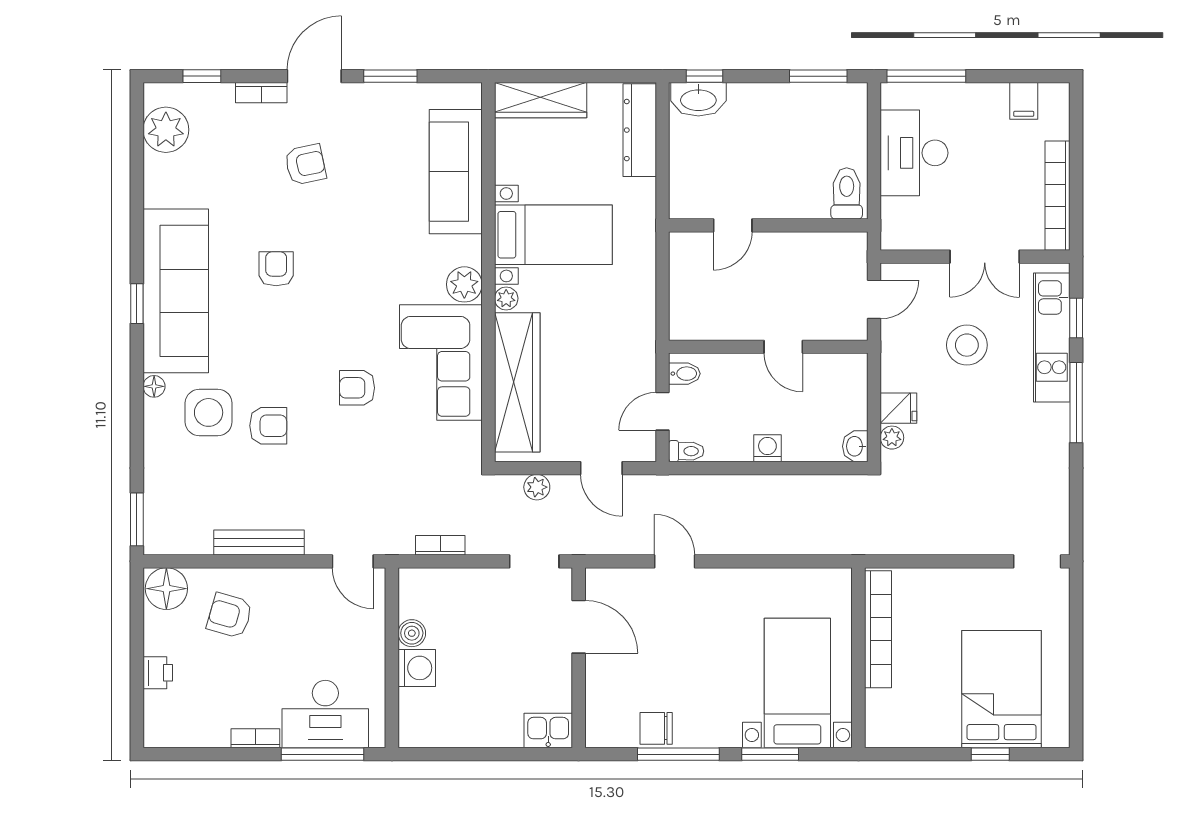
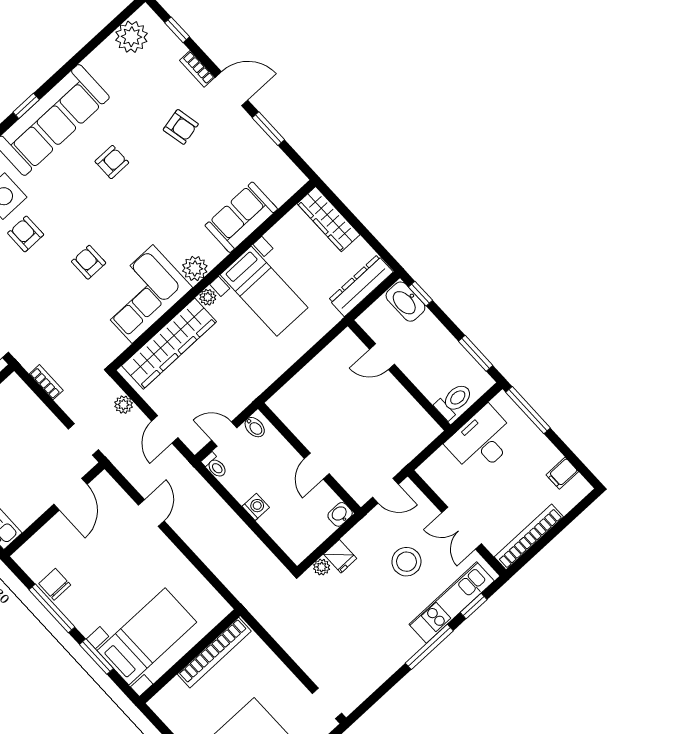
sofa: (456, 172) -> (241, 217), width x0.73
toilet: (847, 193) -> (454, 401), moved
door: (733, 225) -> (382, 357), moved
wall: (768, 225) -> (399, 375), moved
armchair: (268, 426) -> (26, 234), turned 180
washbasin: (855, 446) -> (340, 514), moved

